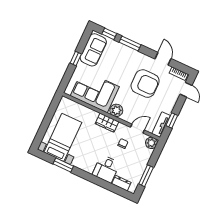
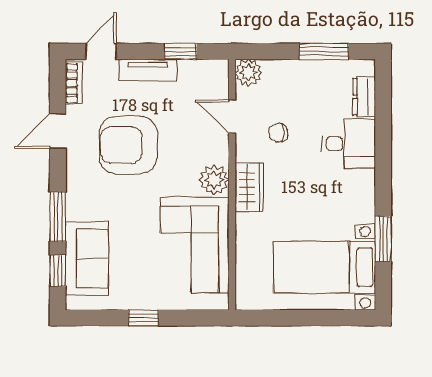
sofa: (93, 50) -> (87, 258), moved, turned 90
armchair: (145, 84) -> (128, 145), turned -90
tv unit: (161, 125) -> (148, 70), moved

